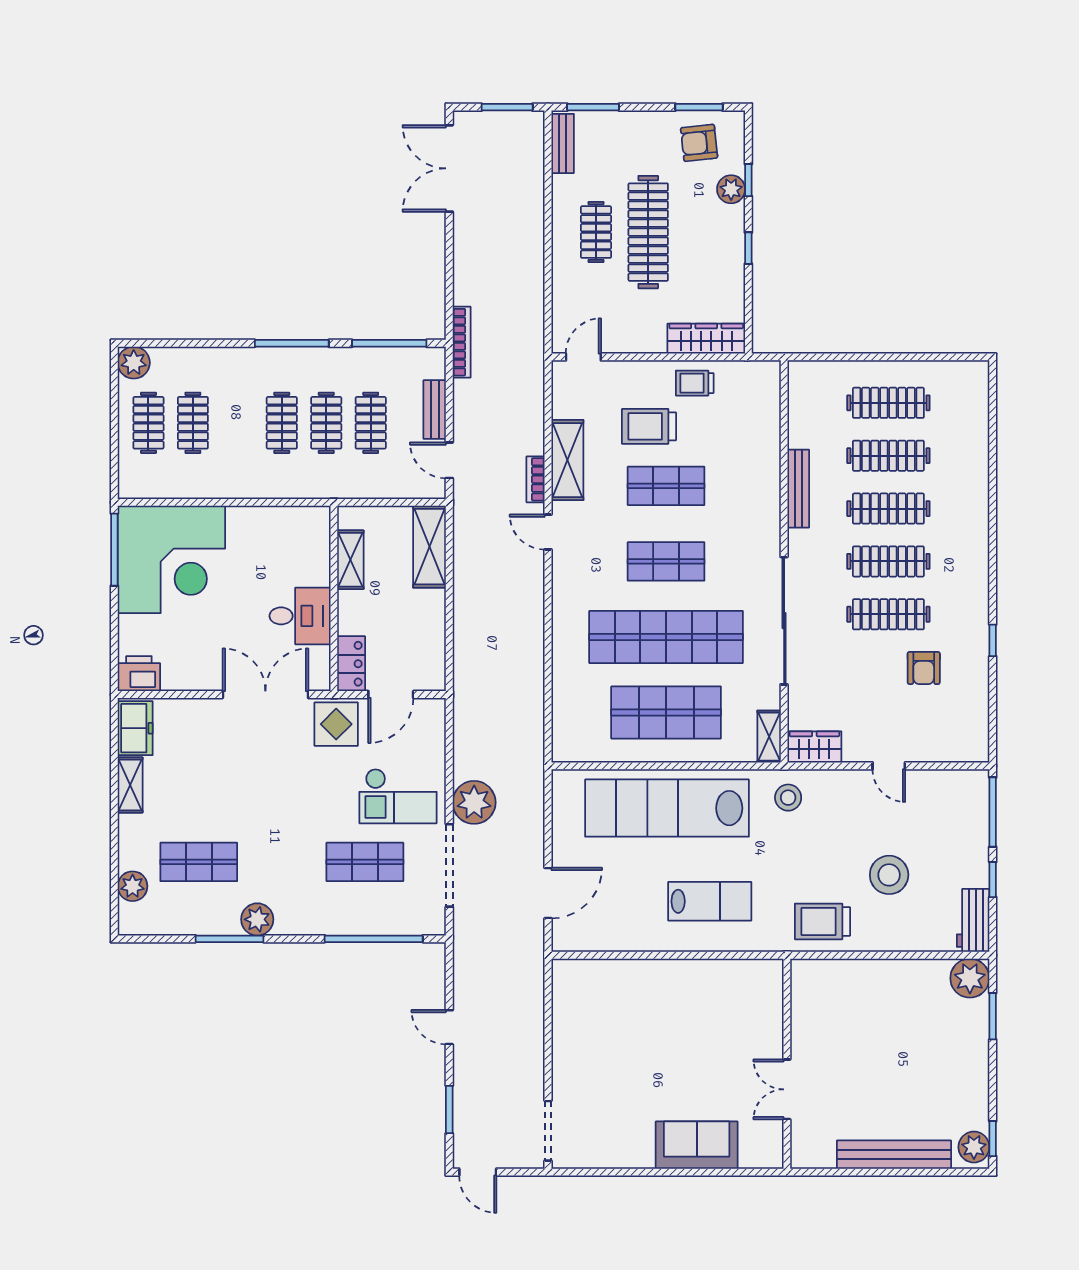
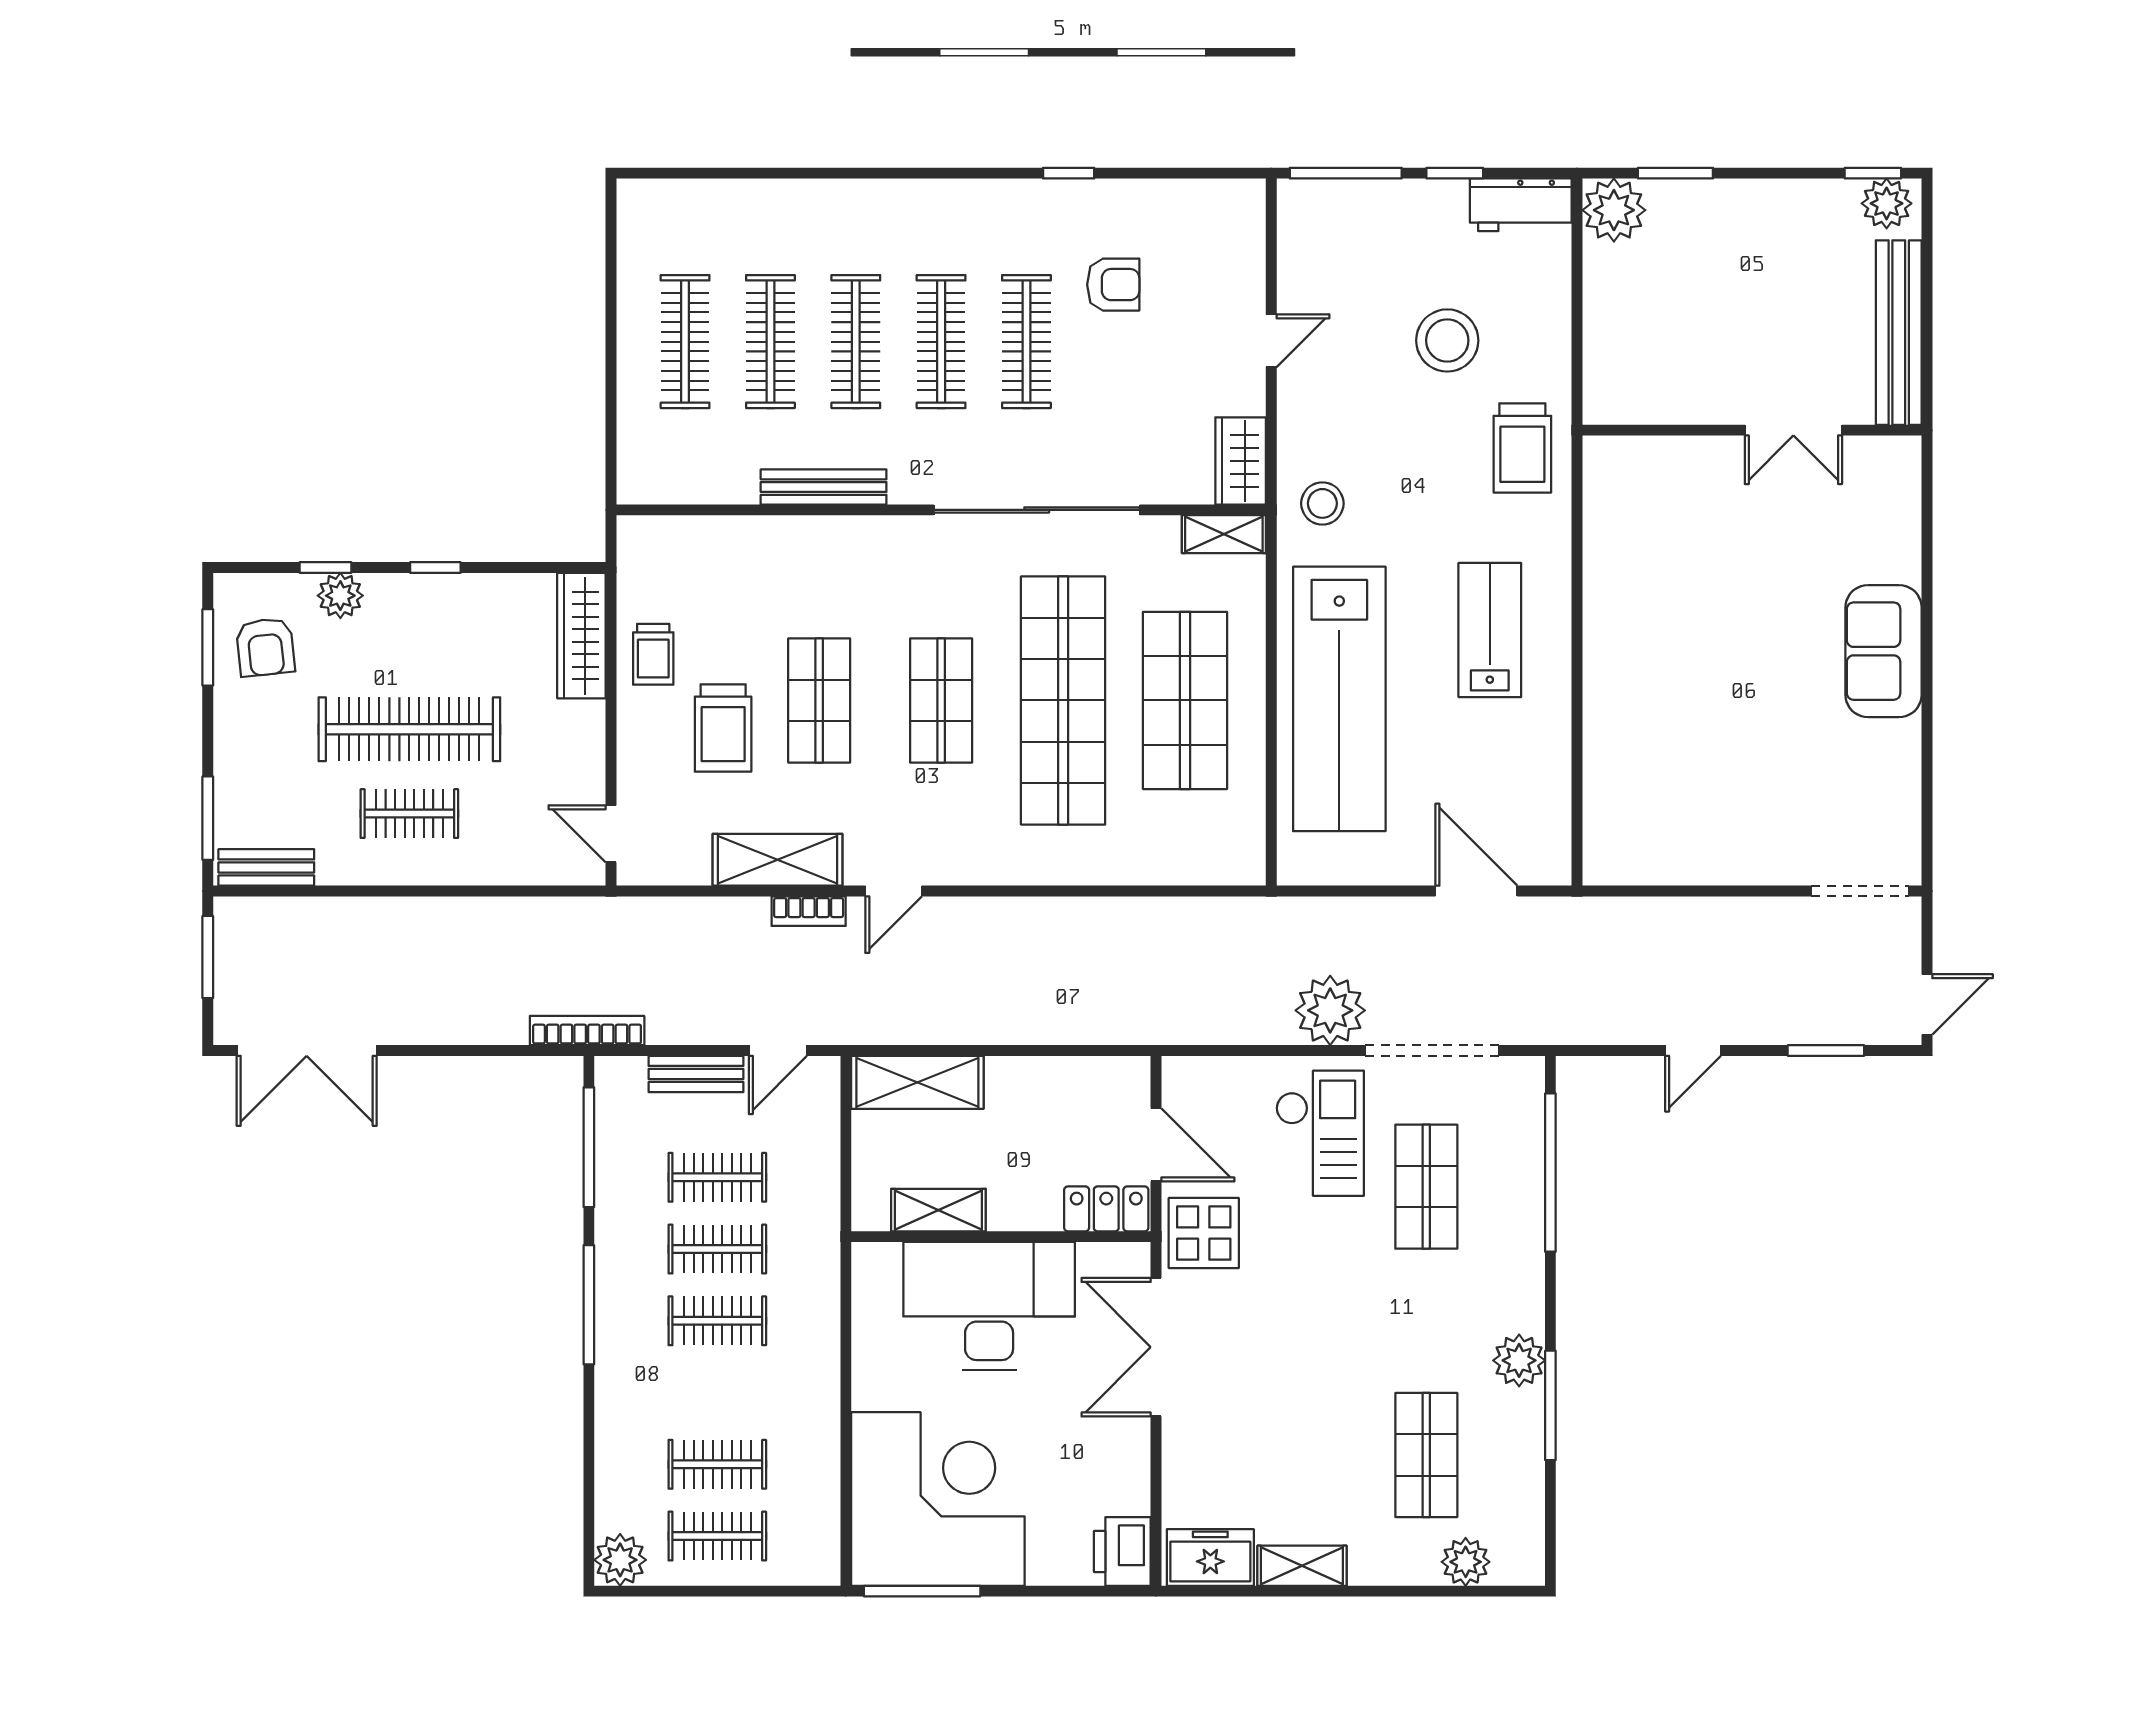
desk: (300, 616) -> (989, 1306), width x1.87, depth x1.30
wall: (787, 1064) -> (1752, 430), moved
double door: (787, 1089) -> (1793, 430), moved

